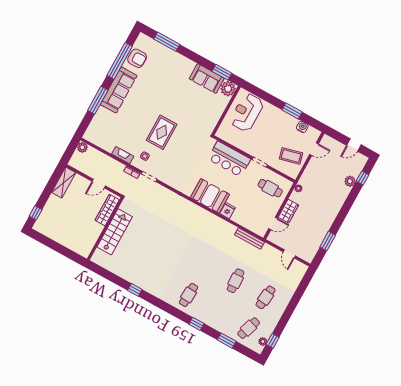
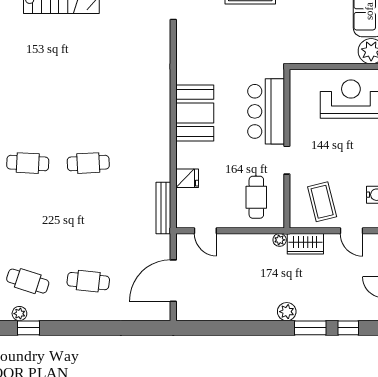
plant: (350, 181) -> (287, 312), moved
fridge: (228, 211) -> (187, 178), moved
wardrobe: (288, 211) -> (305, 244), moved
window: (328, 241) -> (310, 328), moved
door: (289, 254) -> (173, 281), width x1.88
cafe table: (236, 281) -> (88, 163), moved

